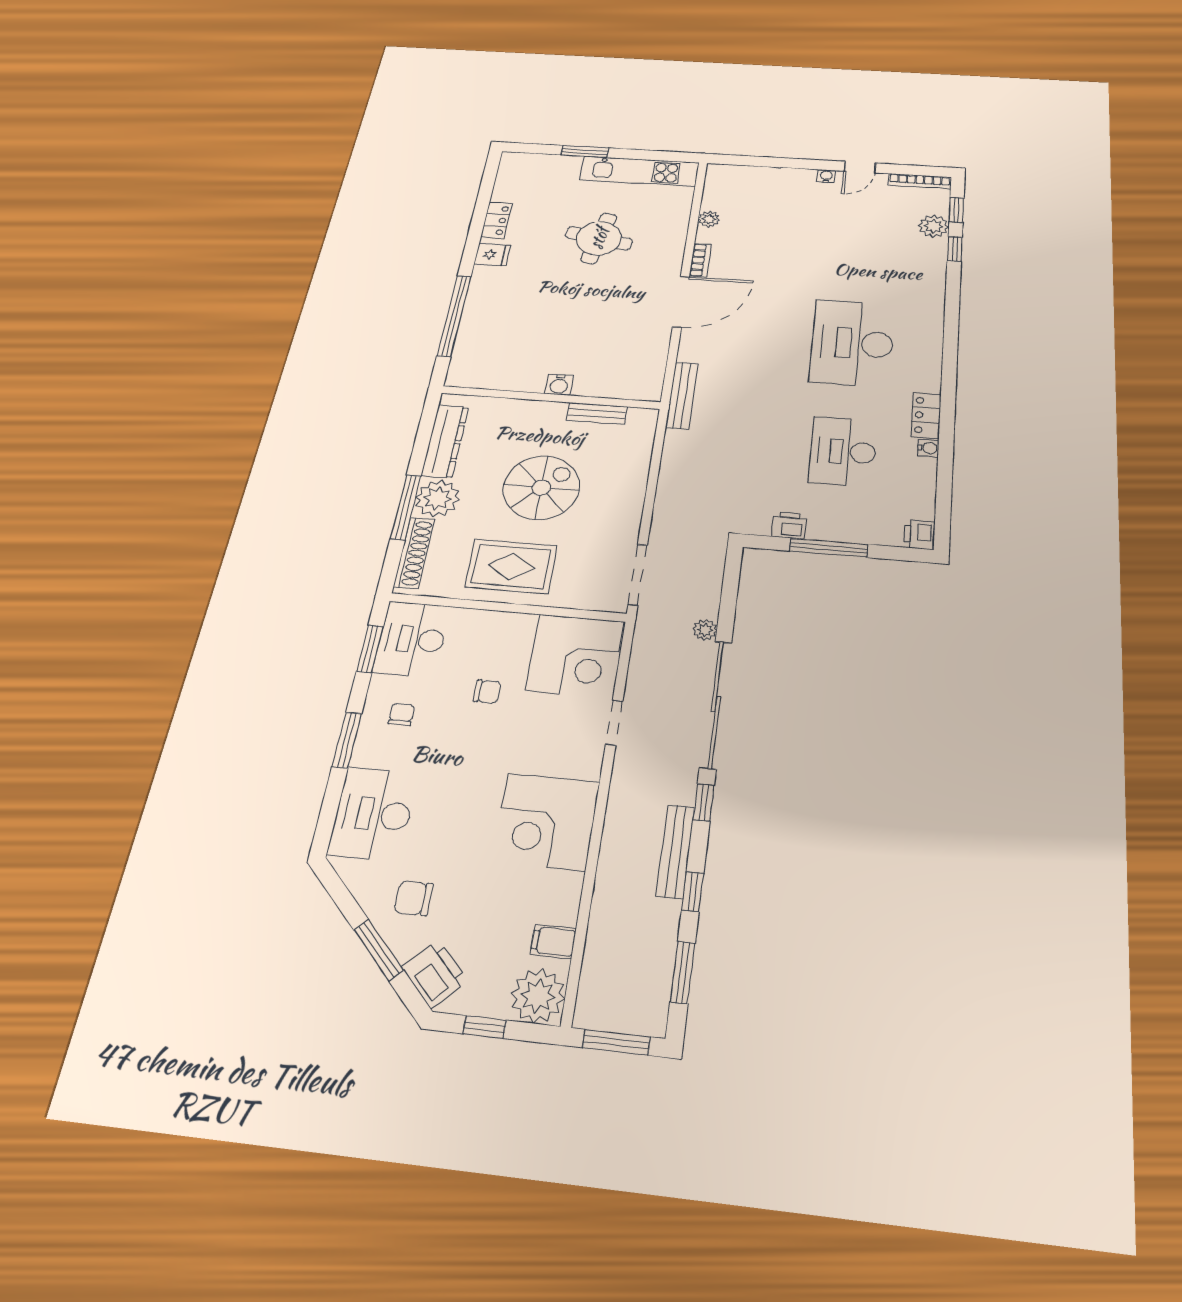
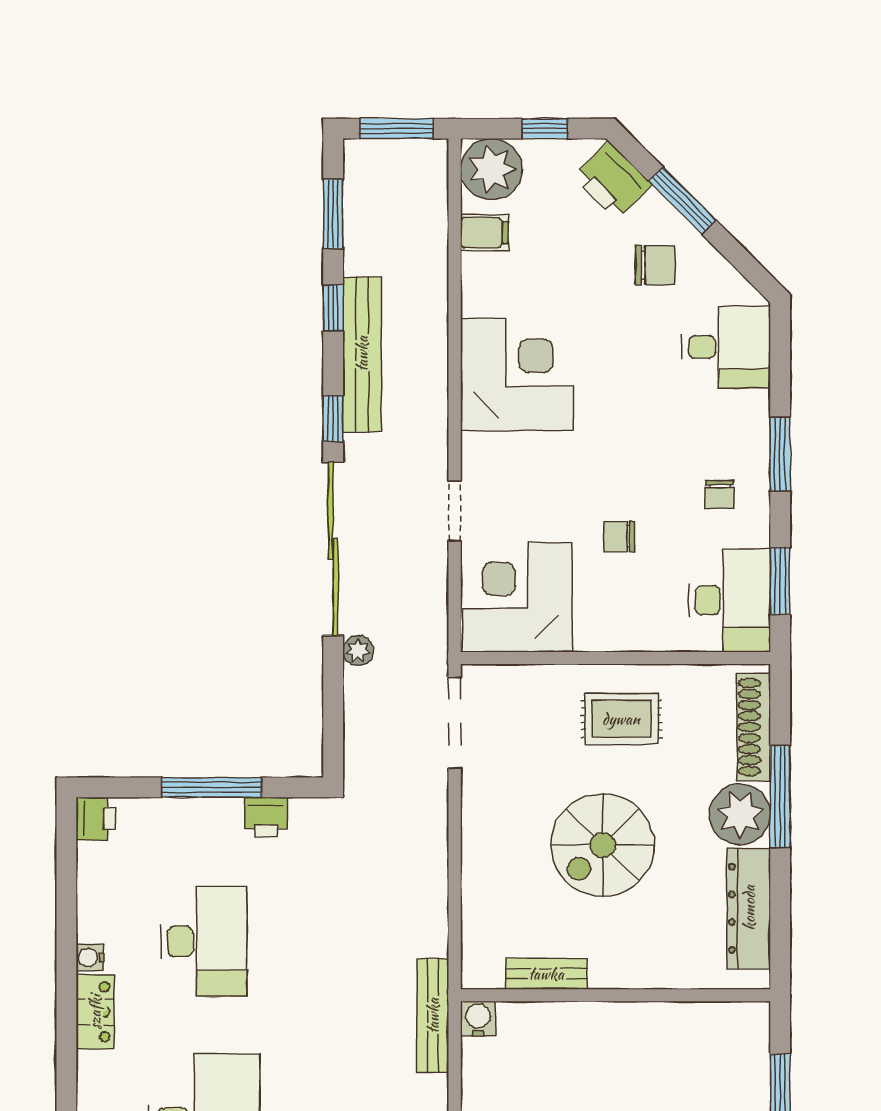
water cooler: (559, 385) -> (478, 1019), moved
rug: (511, 567) -> (621, 719), width x0.73, depth x0.70
desk: (373, 814) -> (726, 347), width x0.73
bench: (676, 851) -> (362, 354), width x1.37, depth x1.21

